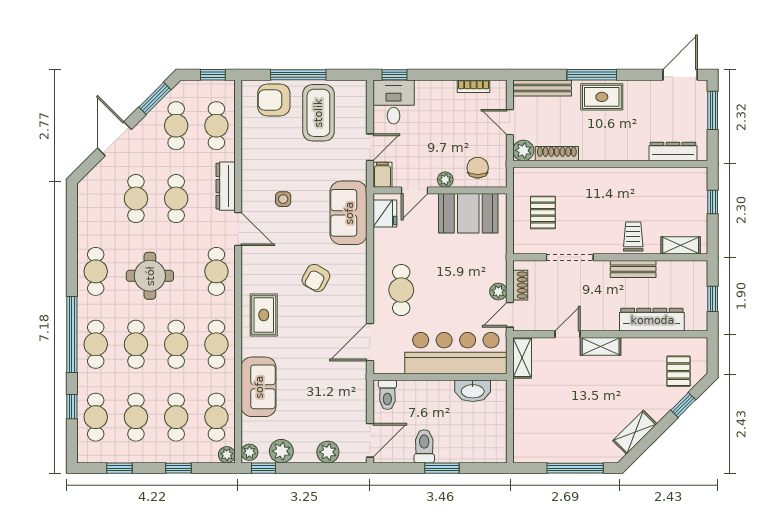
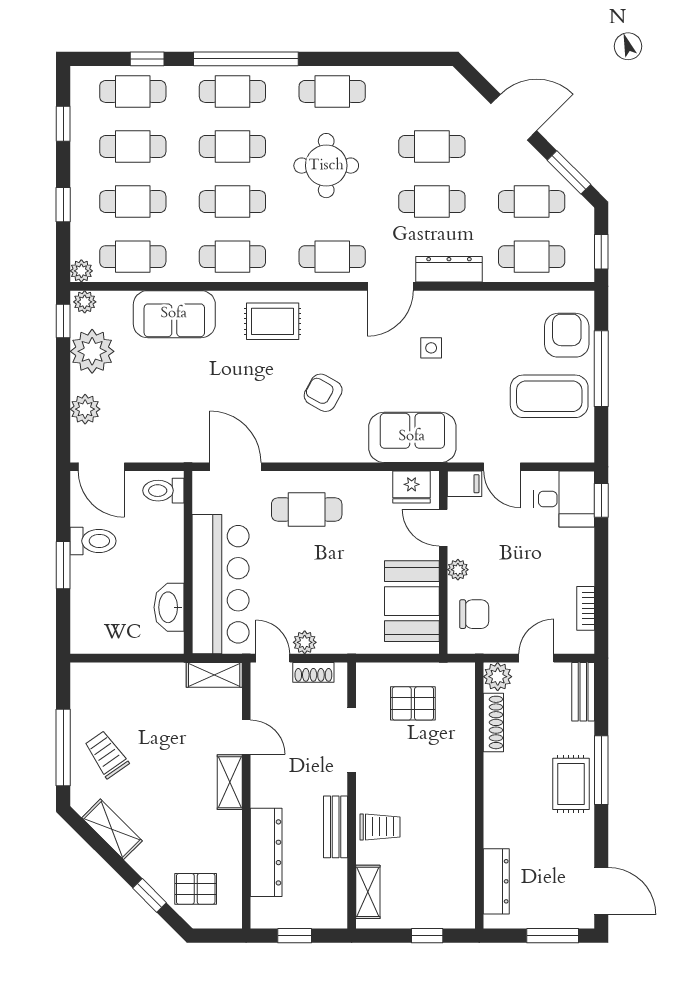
bench: (542, 88) -> (583, 692), width x0.73
trolley: (580, 436) -> (106, 755), added
plant: (281, 451) -> (92, 351), width x1.36, depth x1.36

